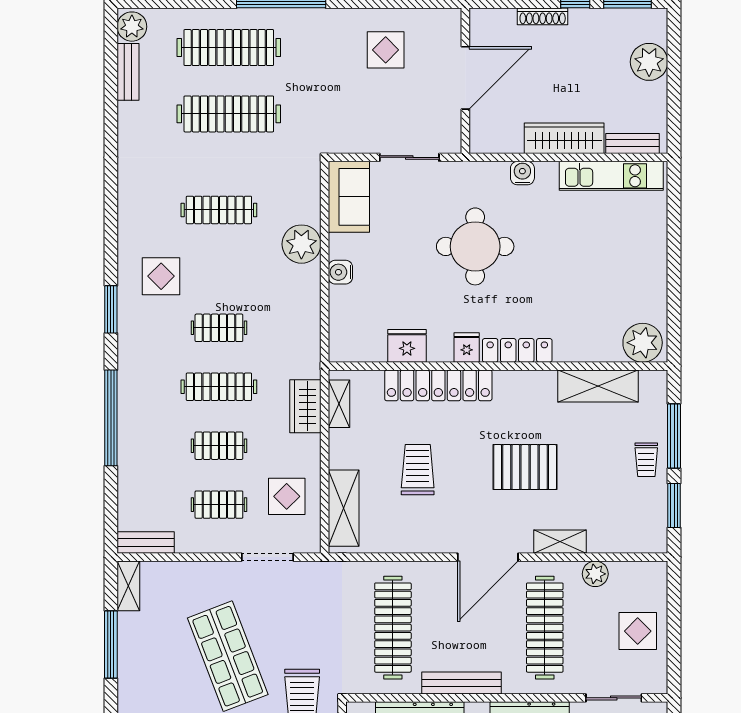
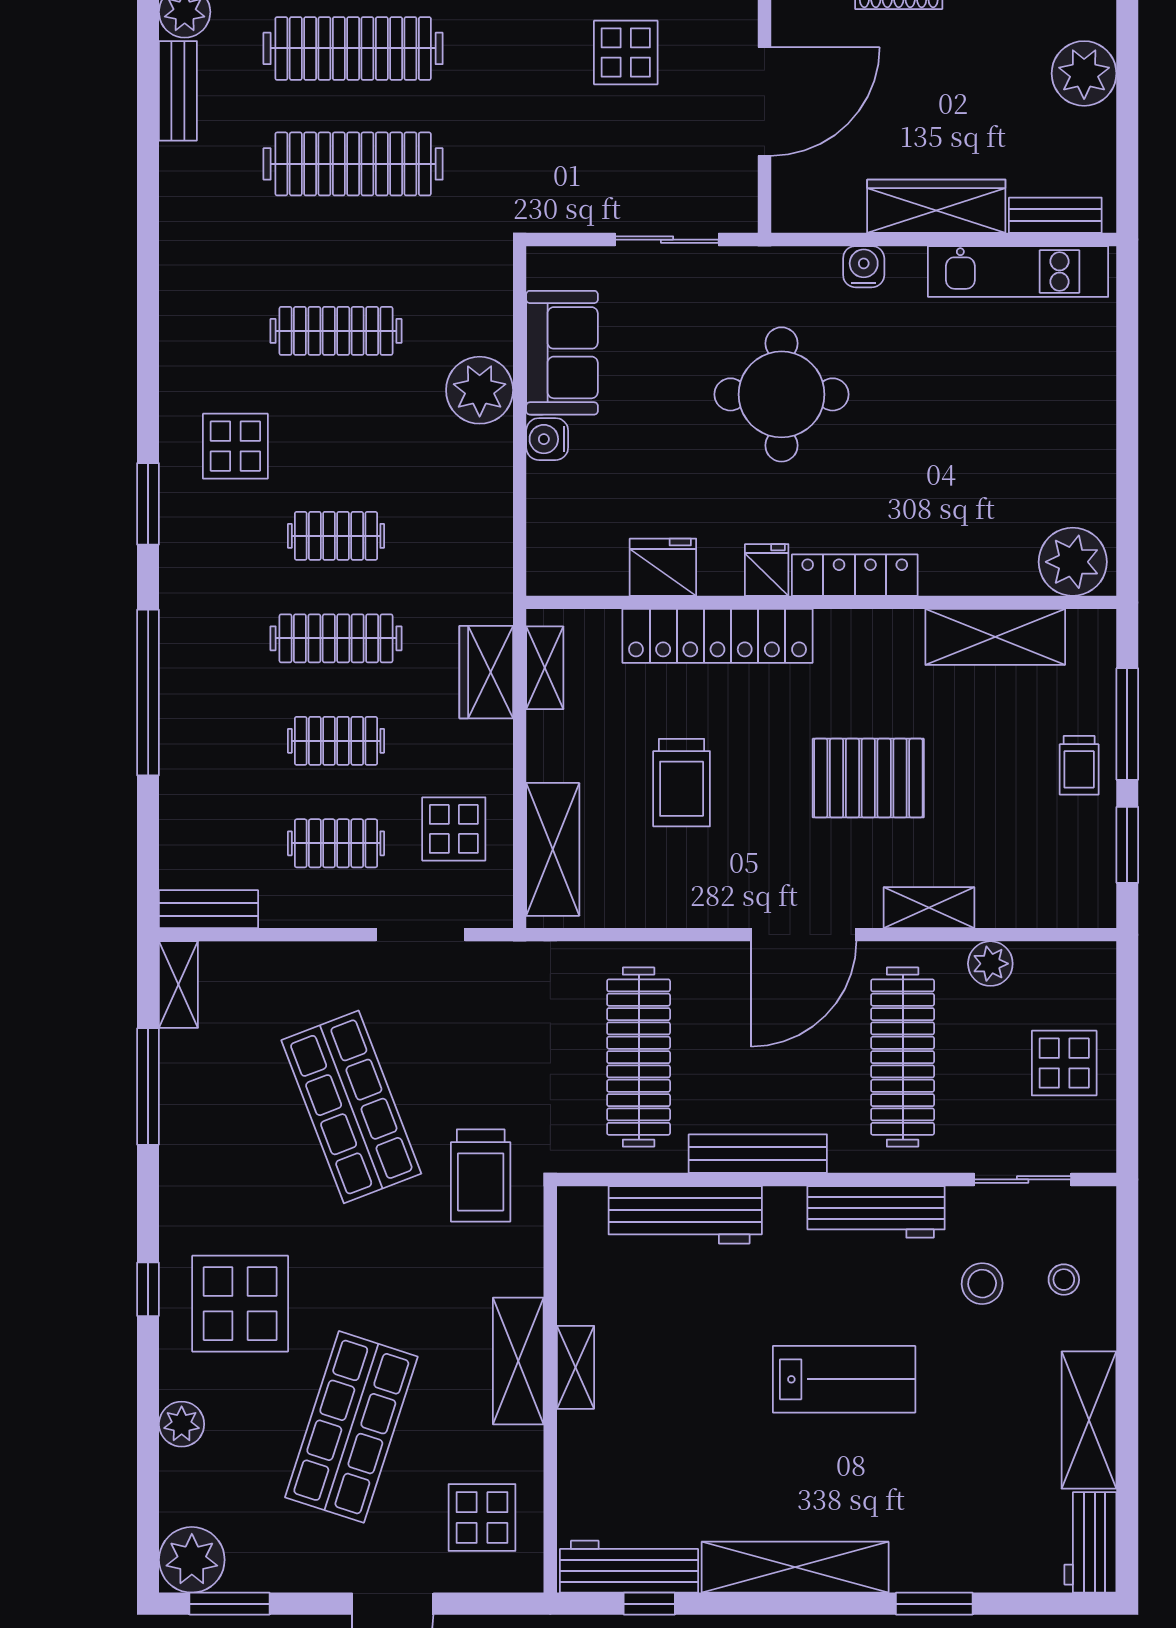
sofa: (349, 197) -> (562, 353), moved
trolley: (418, 470) -> (682, 783), turned 180

